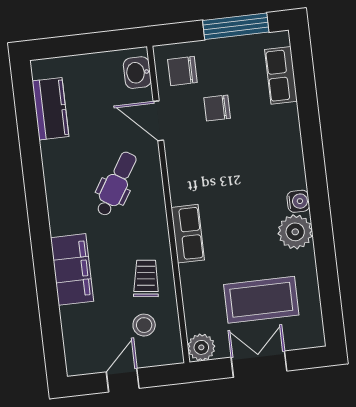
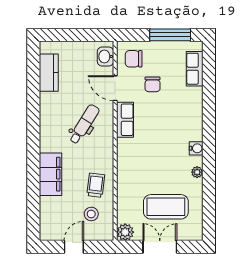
chair: (217, 108) -> (153, 84), turned -90
plant: (295, 232) -> (197, 172), width x0.53, depth x0.53
row of seats: (188, 234) -> (125, 120), moved

